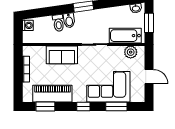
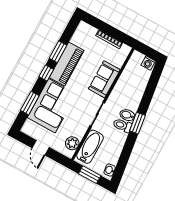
bidet: (69, 20) -> (127, 115), moved
toilet: (58, 23) -> (122, 125), moved
door: (149, 77) -> (41, 148), hinge flipped
piano: (52, 94) -> (67, 64), moved
window: (45, 106) -> (58, 52), moved

